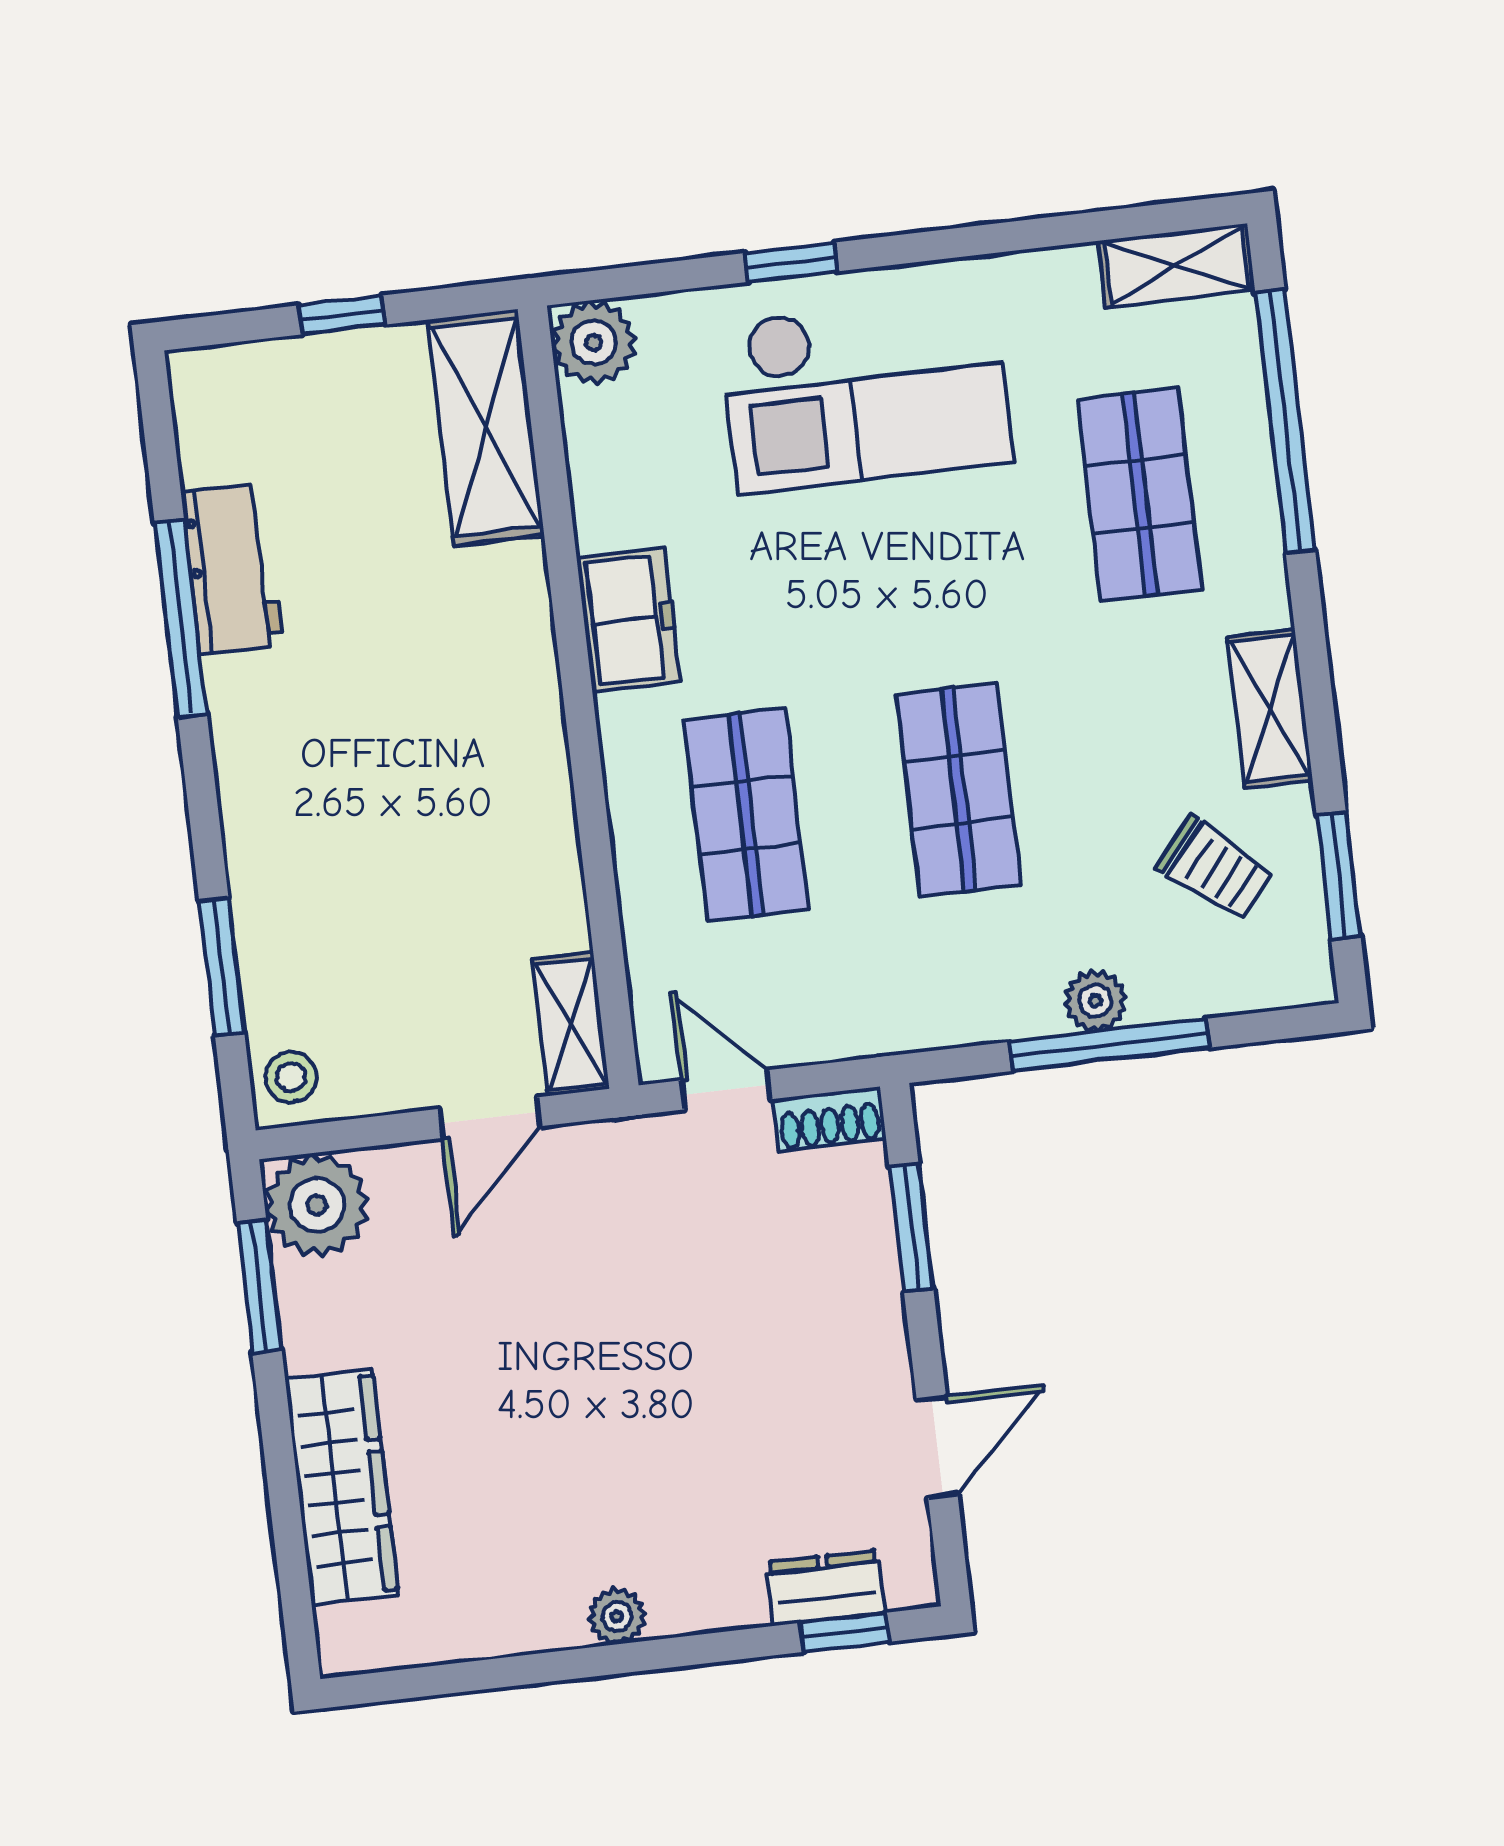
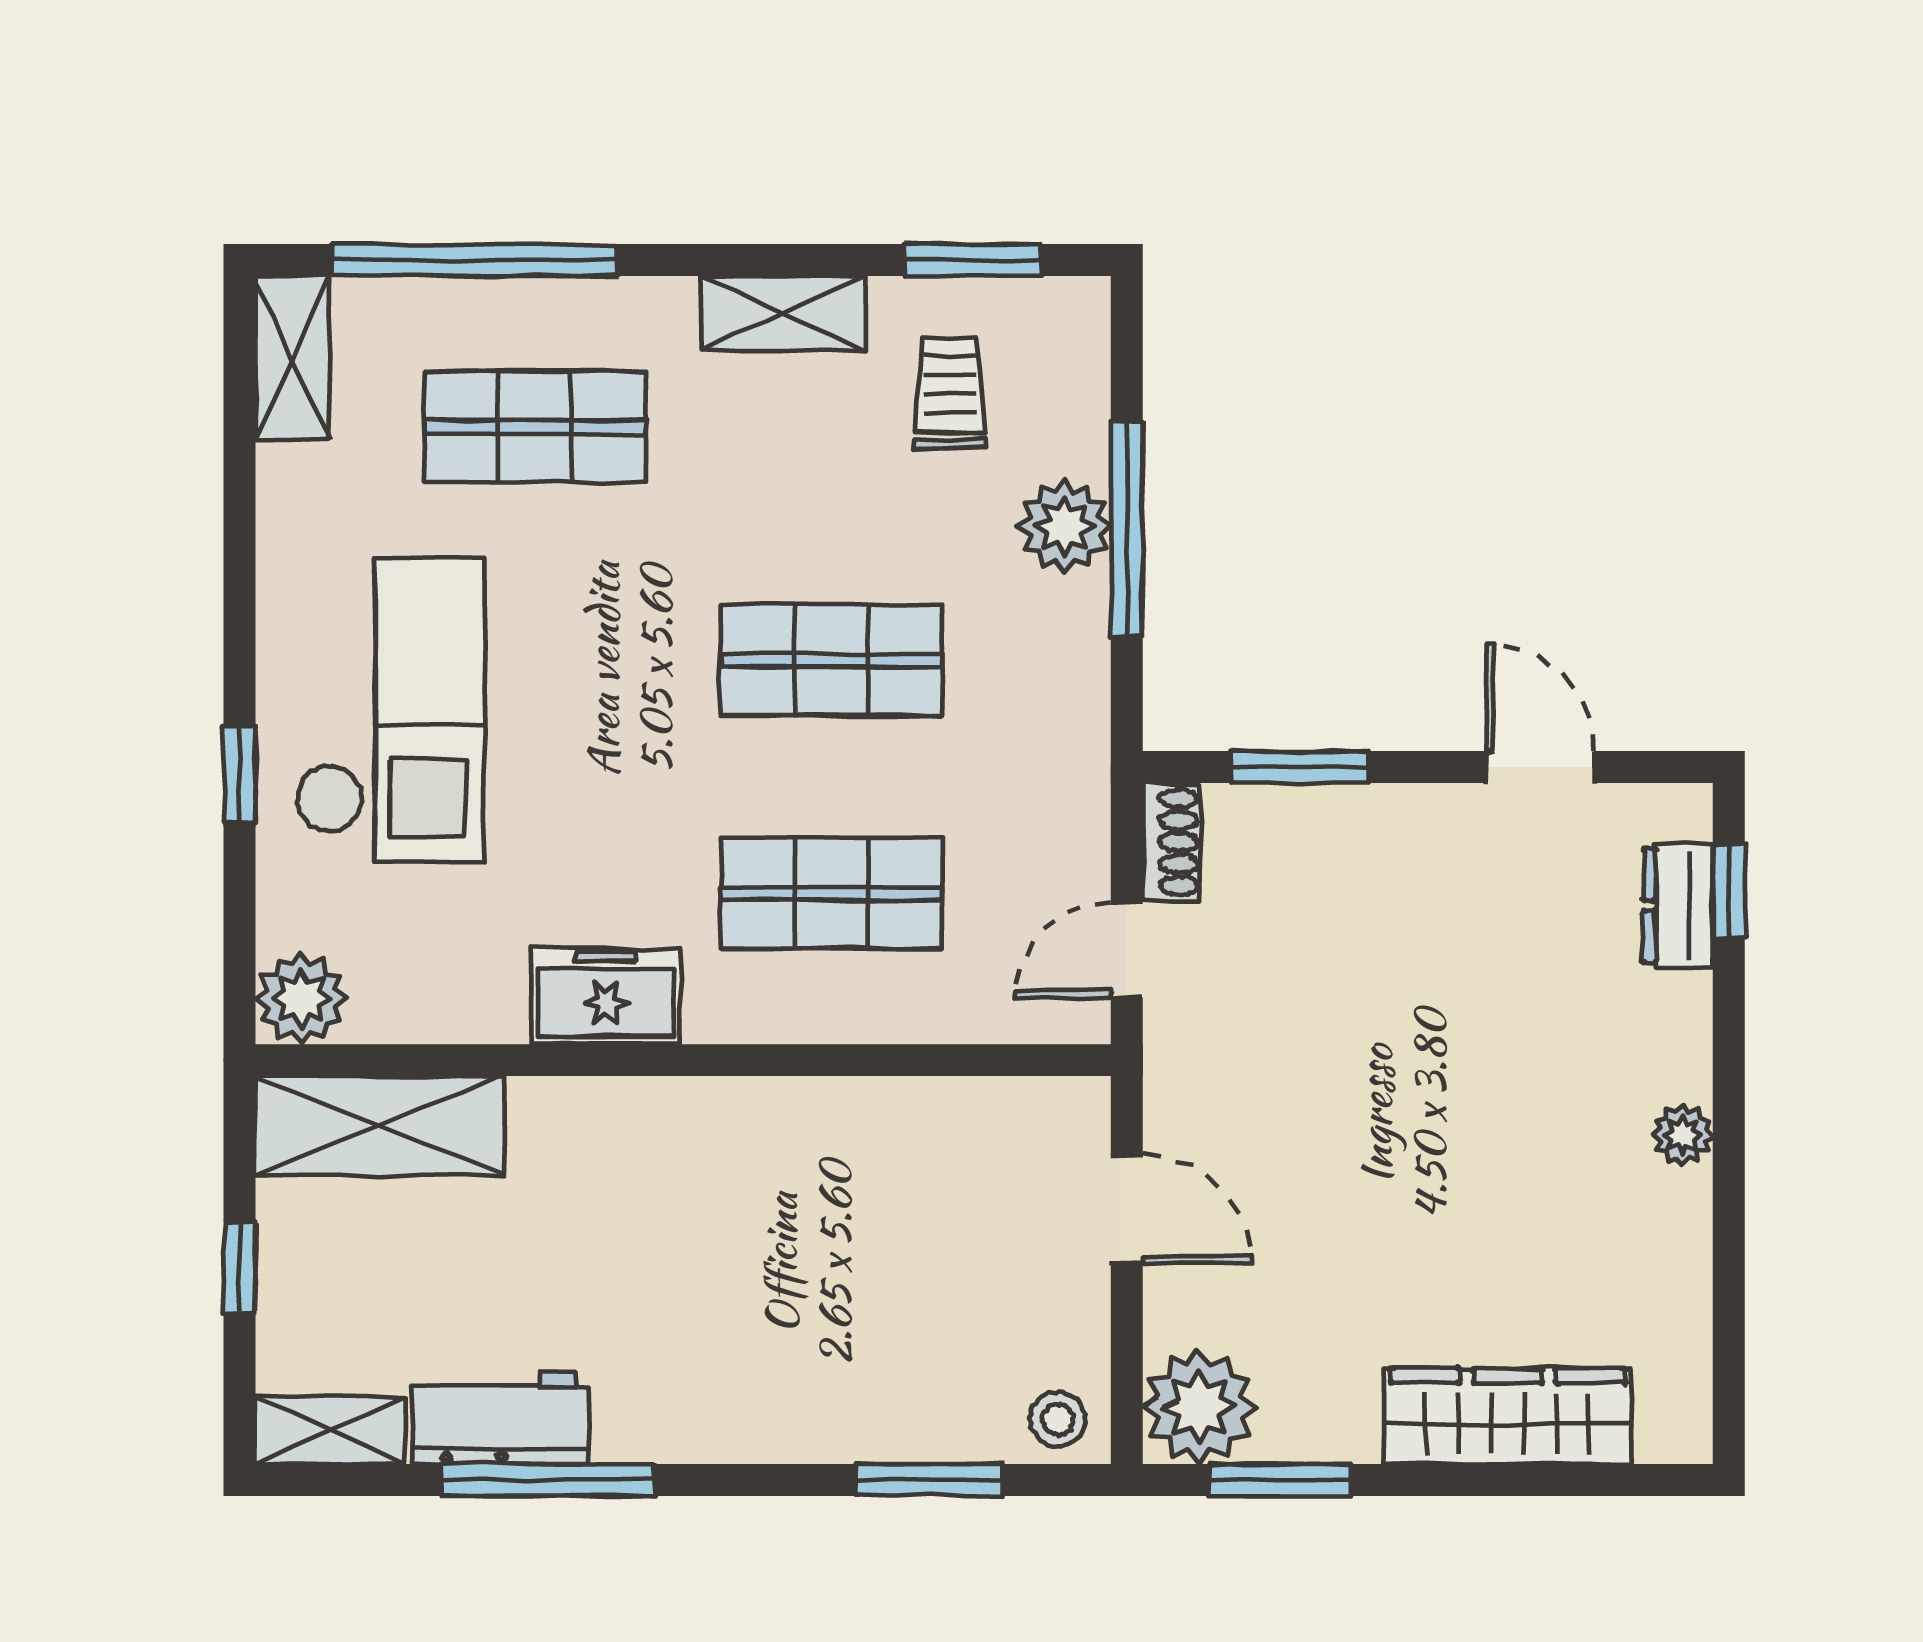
trolley: (1215, 869) -> (950, 393), turned -40
plant: (1095, 1001) -> (1065, 526), width x1.38, depth x1.38
shelving: (571, 1024) -> (330, 1430), moved

